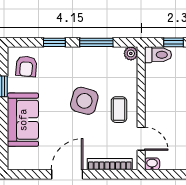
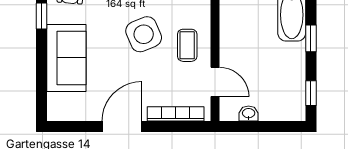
side table: (84, 101) -> (144, 34), turned -38
washbasin: (152, 164) -> (249, 114), moved

